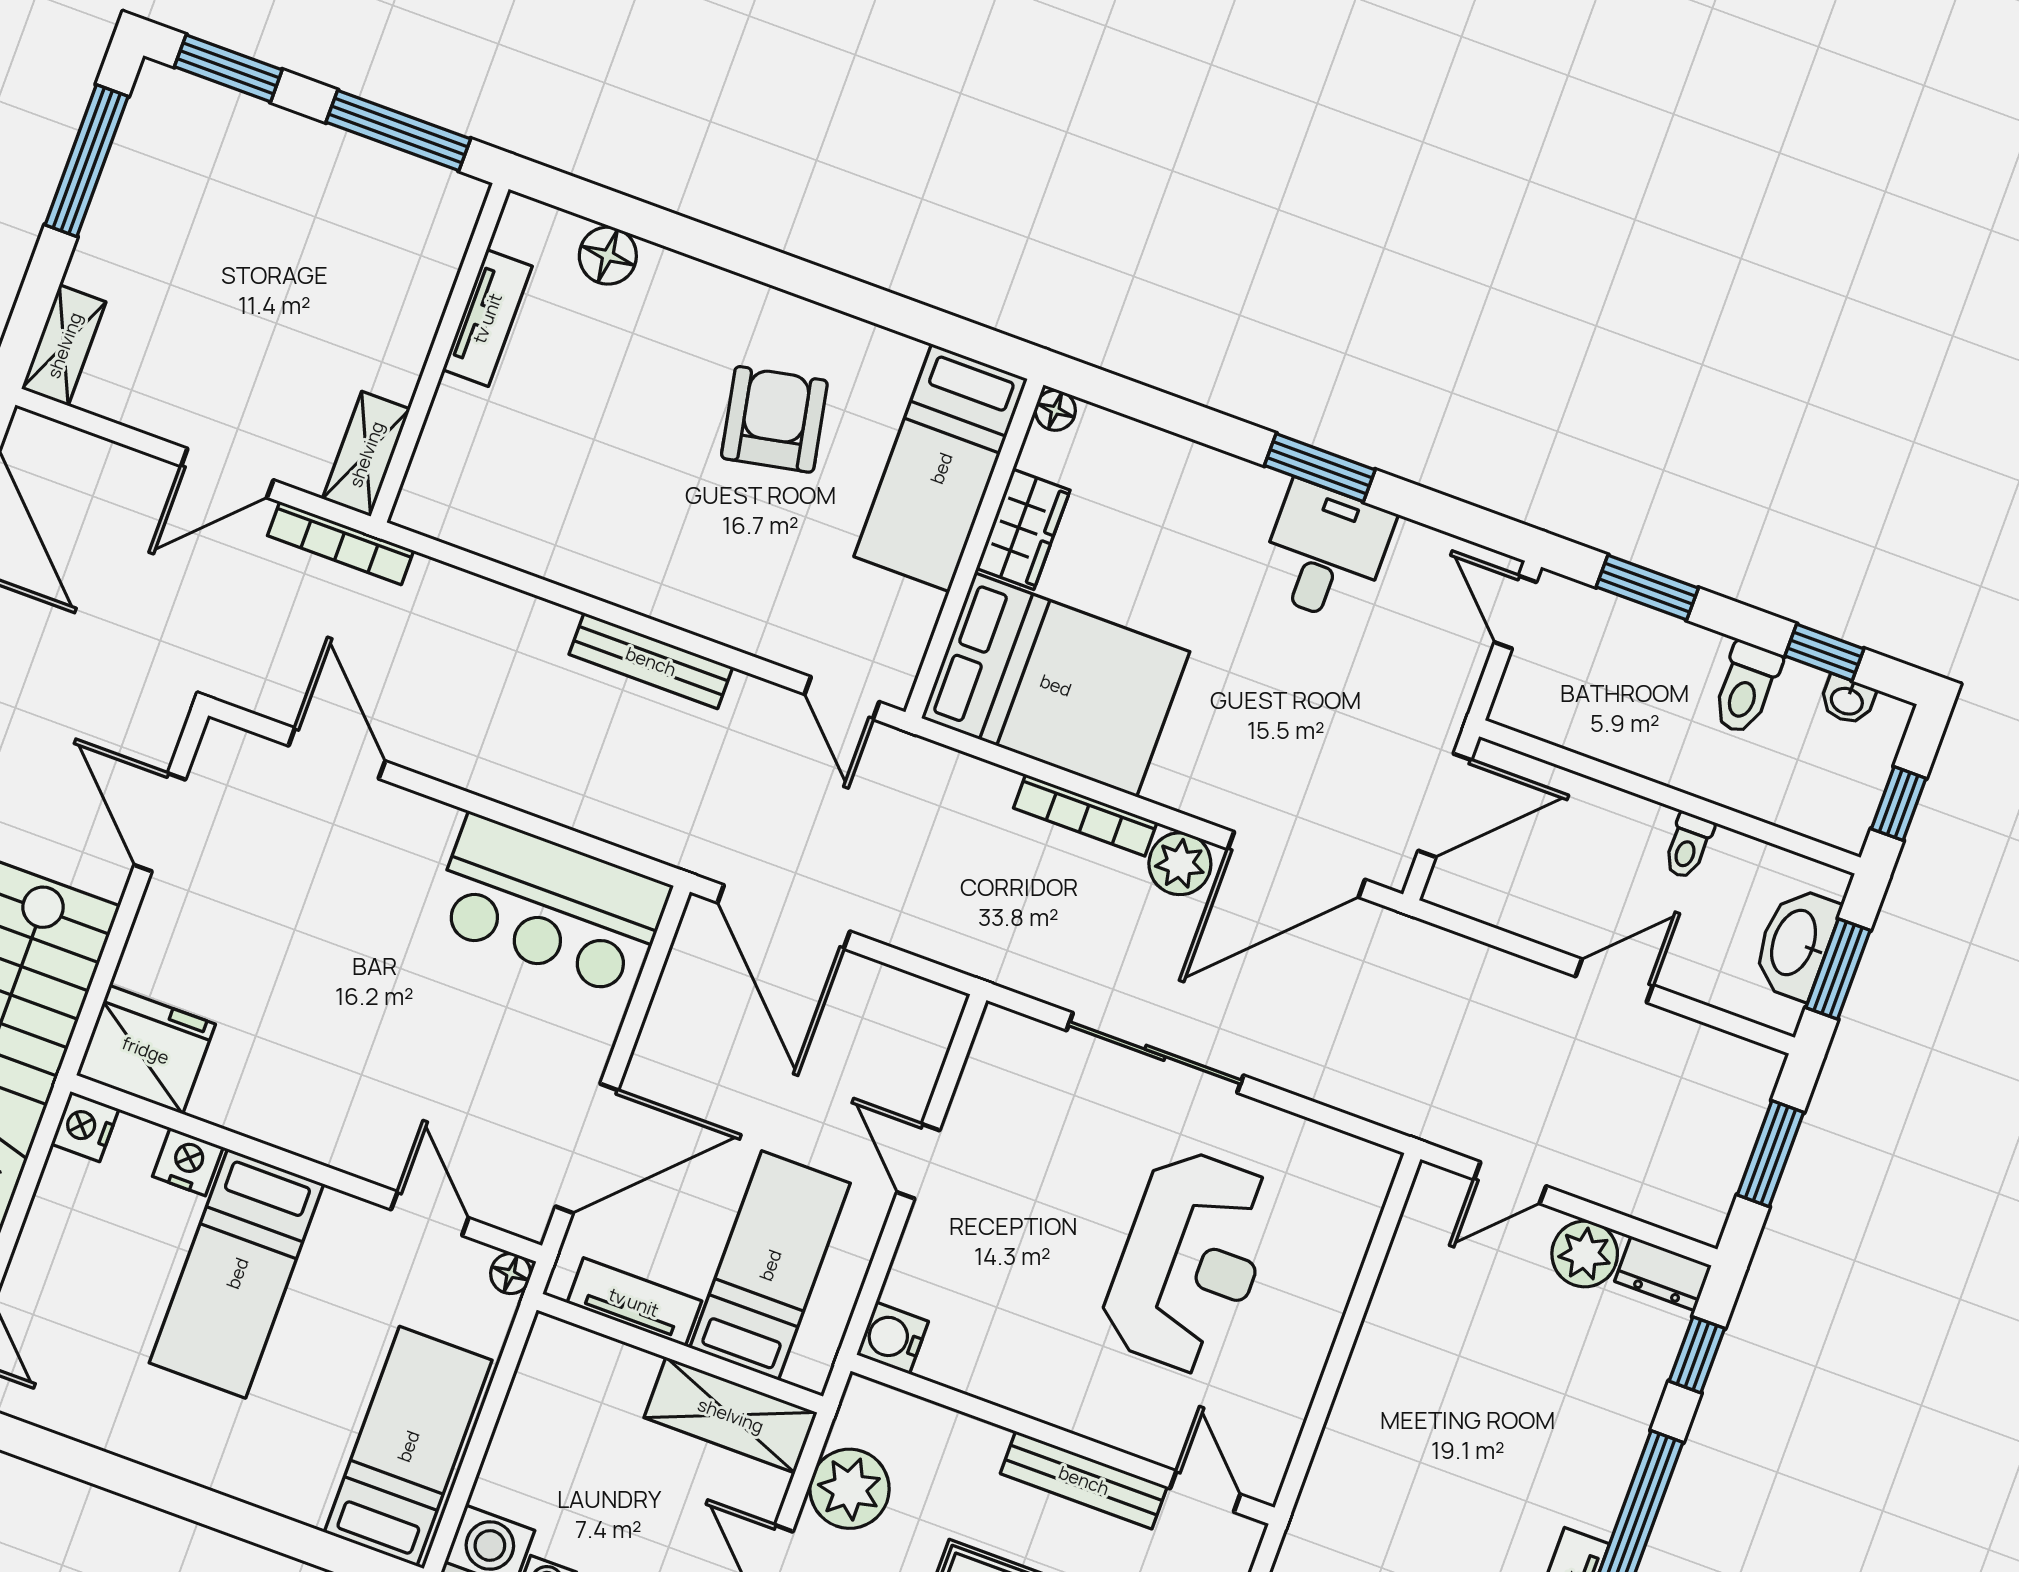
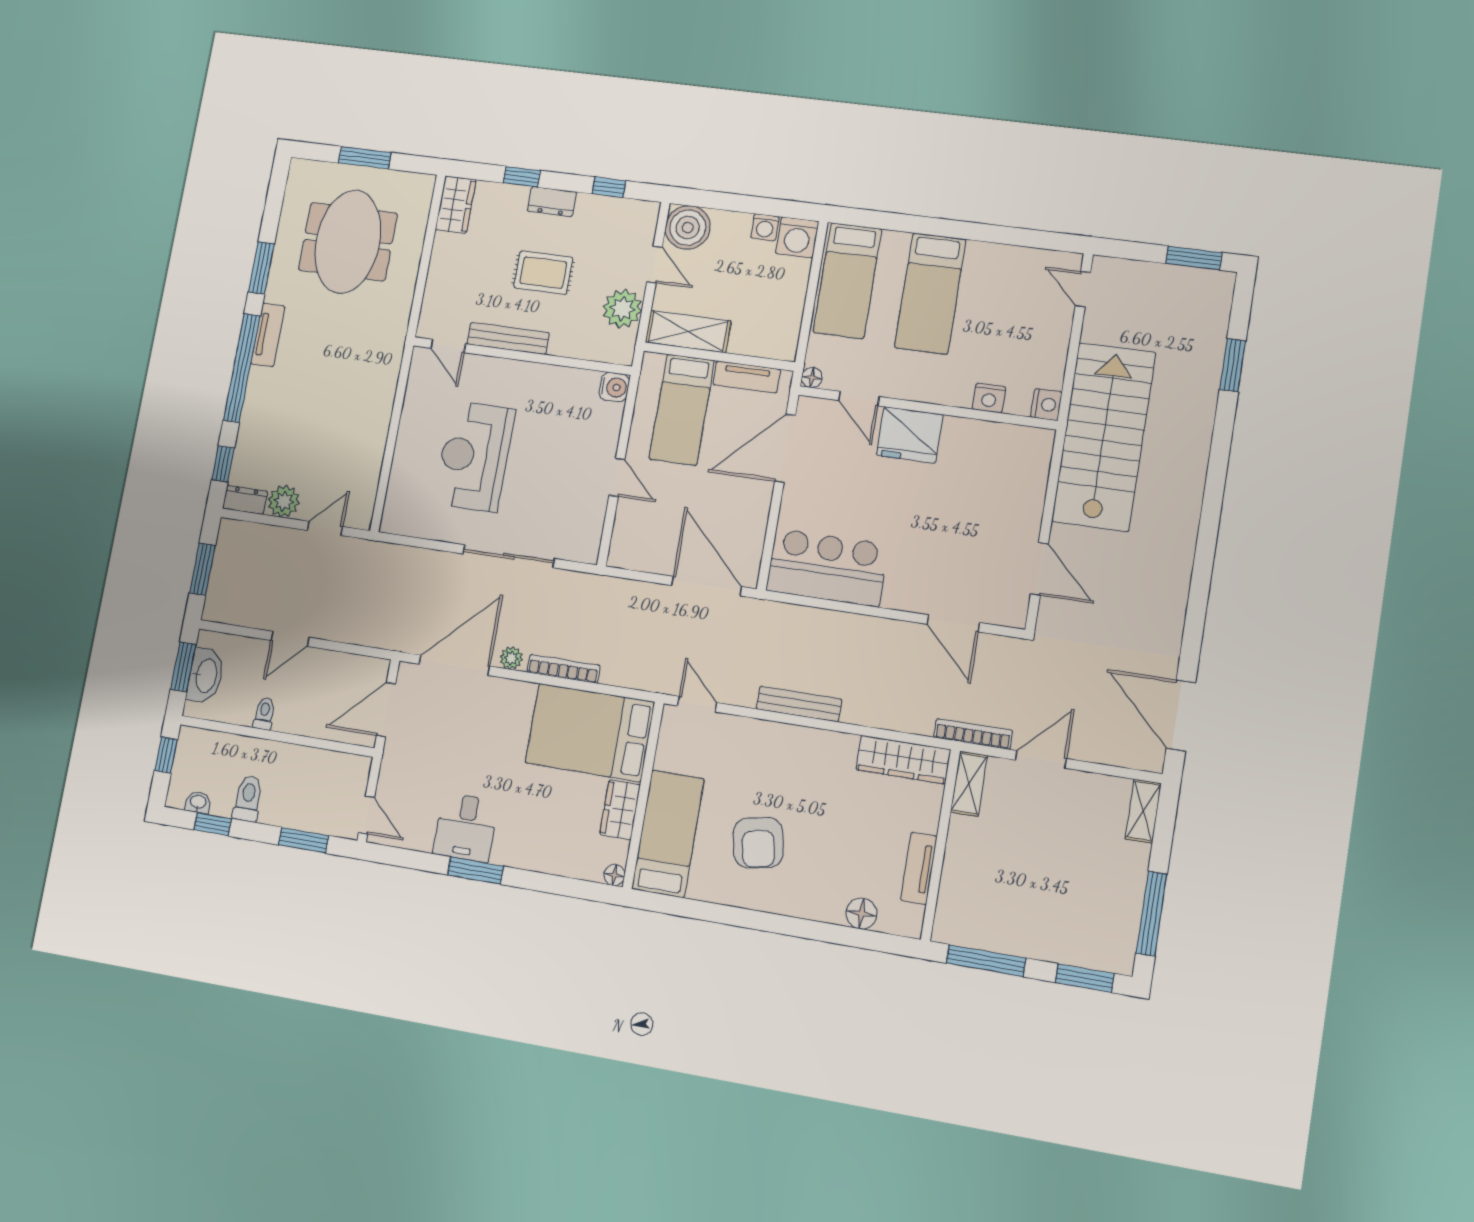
wardrobe: (478, 521) -> (903, 760), added
plant: (1180, 864) -> (511, 658), width x0.73, depth x0.73
fridge: (146, 1050) -> (910, 435), moved
bed: (237, 1273) -> (930, 293), moved, turned 180

